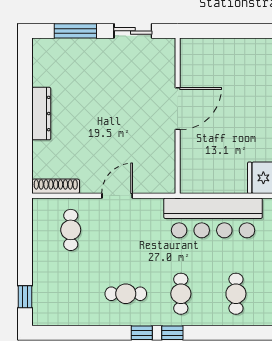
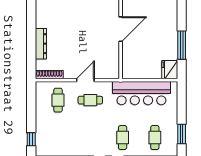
dresser: (41, 114) -> (41, 44), moved
cafe table: (126, 294) -> (90, 100), moved

